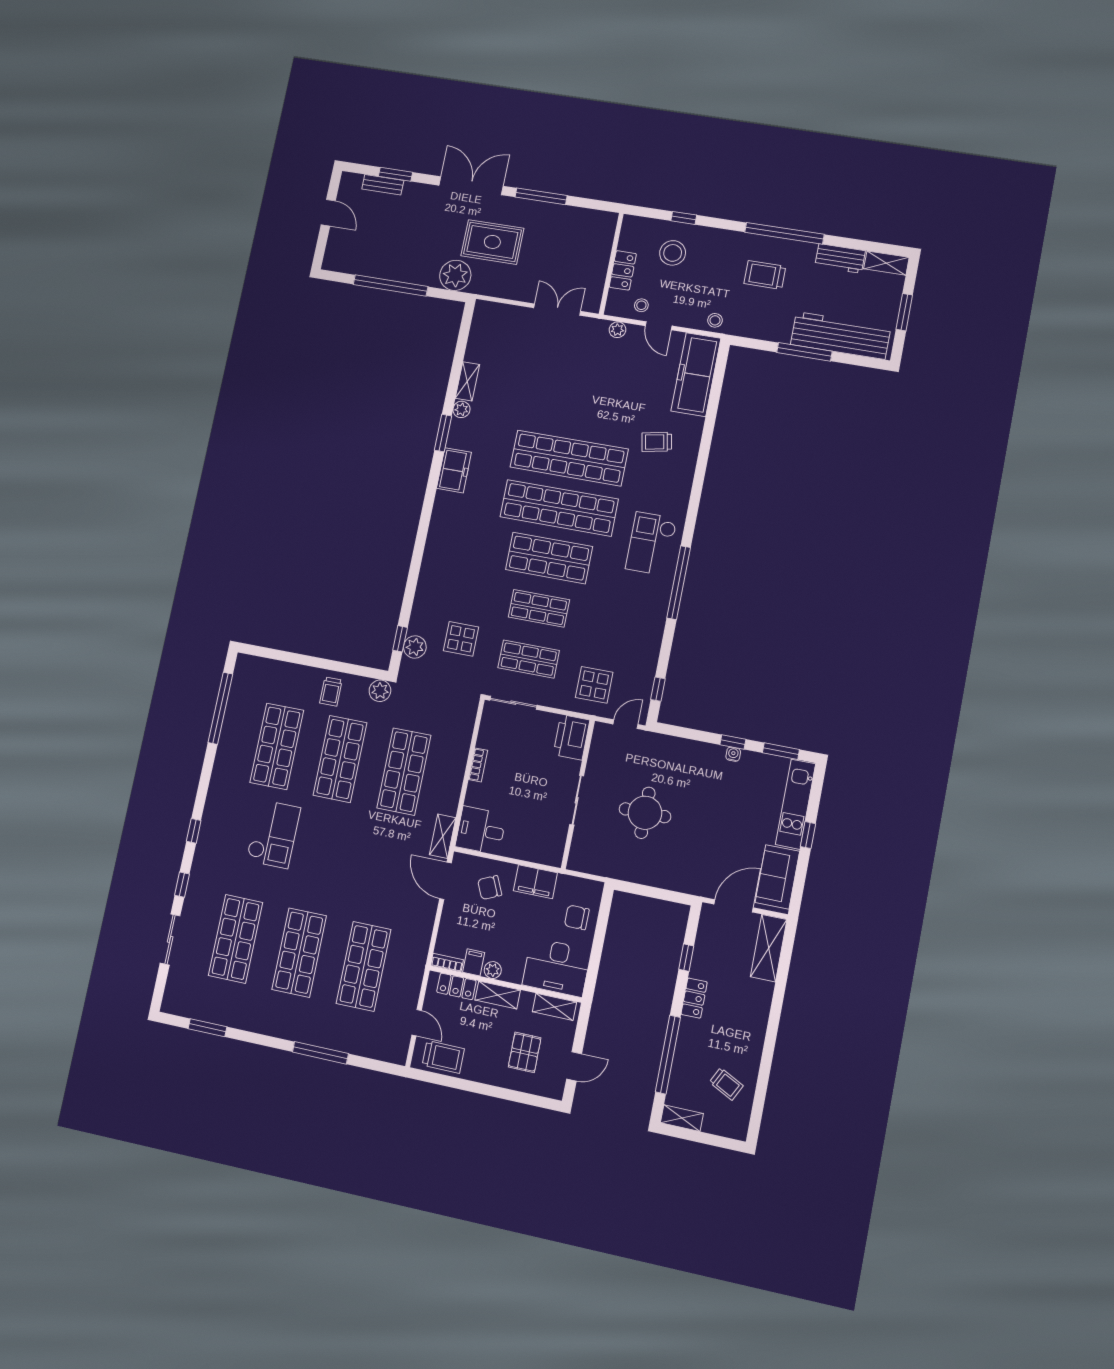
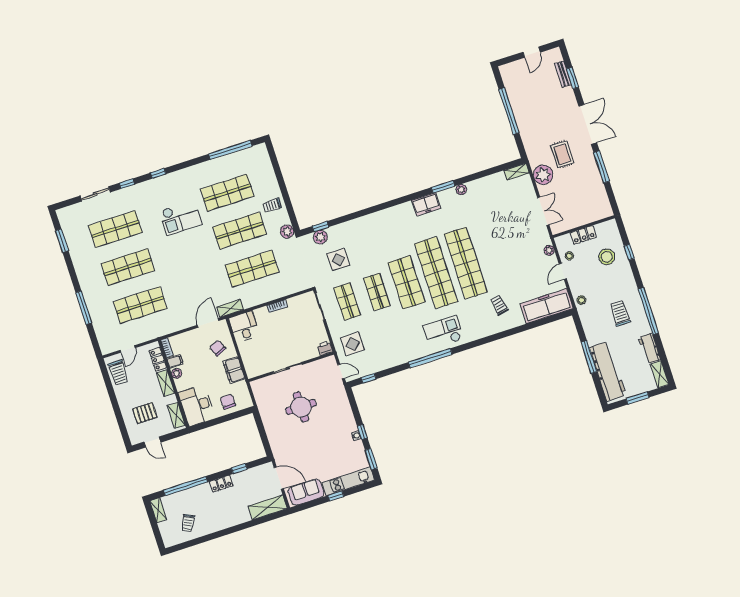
rug: (492, 242) -> (562, 154), width x0.73, depth x0.70
plant: (455, 275) -> (543, 175), moved
shelving: (467, 381) -> (516, 172), moved
printer: (572, 737) -> (325, 348), width x0.53, depth x0.68

